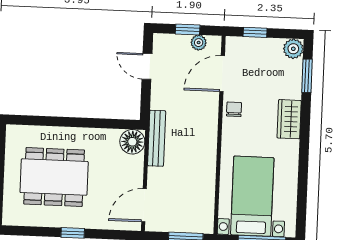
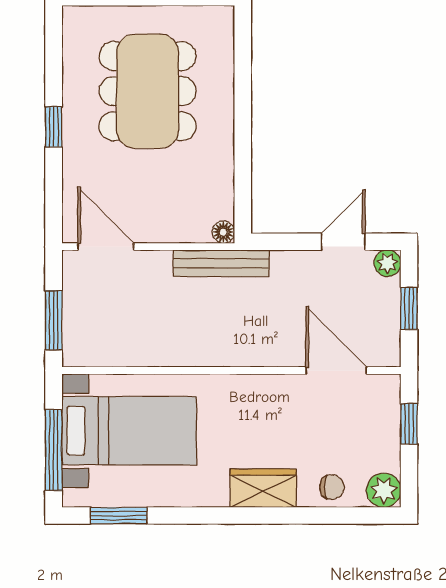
plant: (199, 43) -> (388, 263), moved
window: (307, 76) -> (119, 516), moved
chair: (234, 109) -> (332, 487), moved
floor lamp: (132, 142) -> (223, 232), width x0.53, depth x0.53

